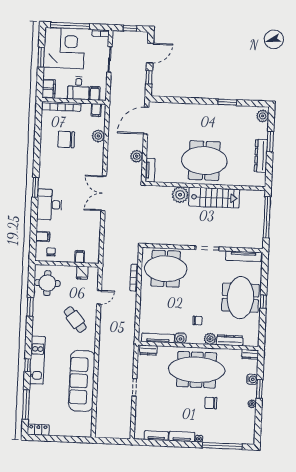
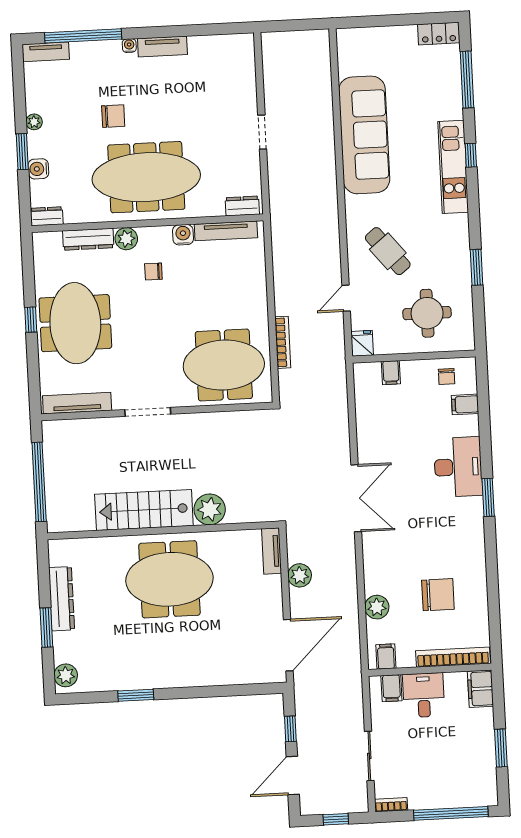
corner desk: (64, 48) -> (458, 769), removed
fridge: (82, 273) -> (362, 343), moved
round table: (47, 283) -> (427, 313), moved
tv unit: (156, 436) -> (46, 52), moved

